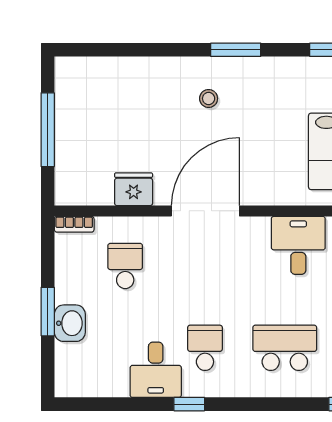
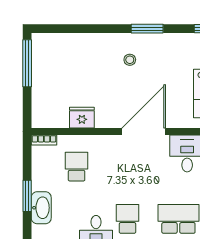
window: (48, 130) -> (27, 63), moved
door: (205, 211) -> (144, 132), moved
washbasin: (70, 323) -> (41, 208), width x1.38

